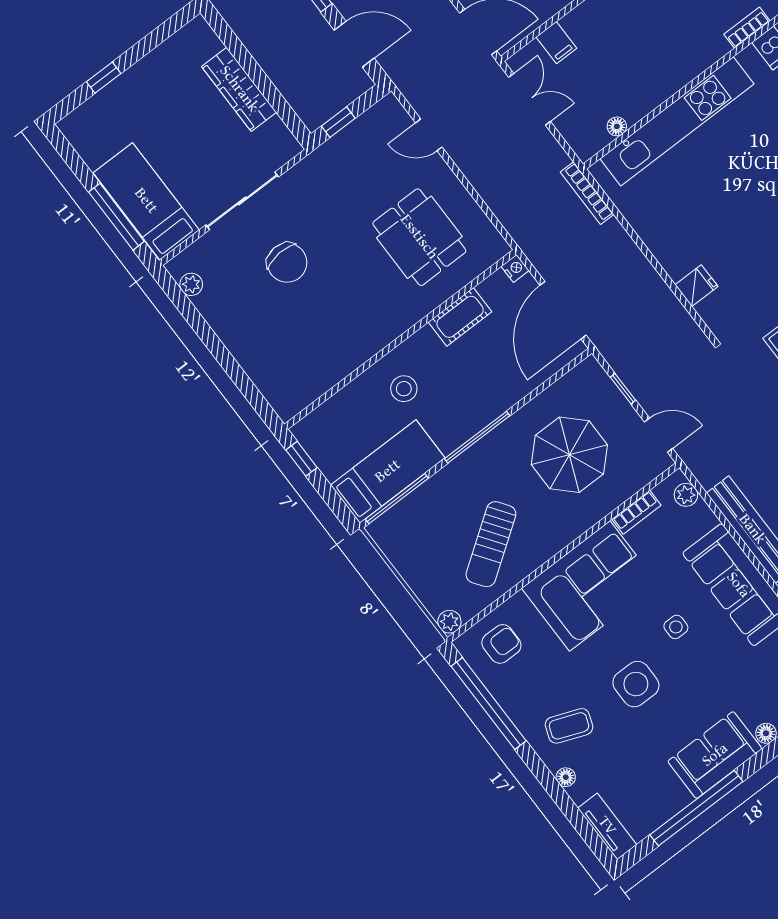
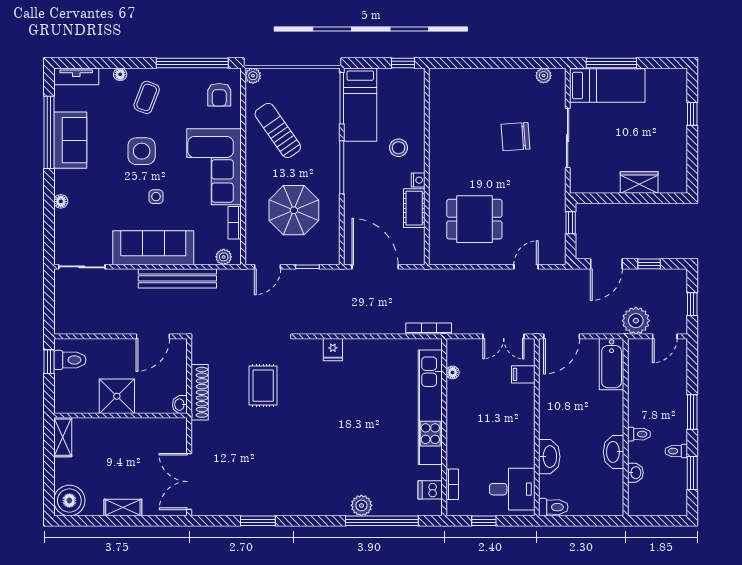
wardrobe: (239, 89) -> (639, 183), width x0.67
nightstand: (515, 268) -> (418, 180), moved, turned -90
sofa: (715, 755) -> (70, 140), moved

